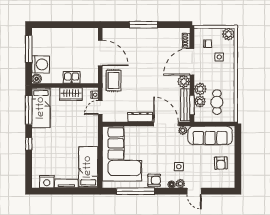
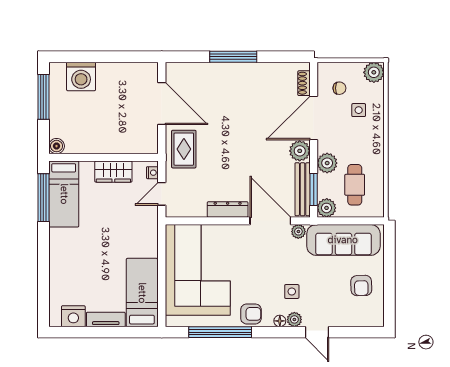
washing machine: (41, 64) -> (81, 76), moved, turned 90
kitchen sink: (72, 77) -> (114, 144), removed
plant: (200, 102) -> (327, 208), moved
window: (29, 144) -> (43, 254), removed

